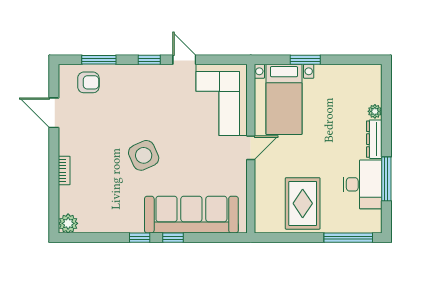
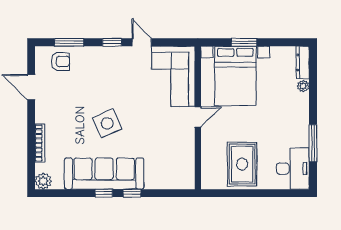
bed with nightstands: (284, 99) -> (235, 76), width x1.36
dresser: (374, 139) -> (303, 63), moved
bookcase: (64, 170) -> (40, 143), width x1.56
desk: (363, 184) -> (293, 169), moved
sofa: (191, 215) -> (104, 174), moved
window: (348, 238) -> (281, 193), removed

